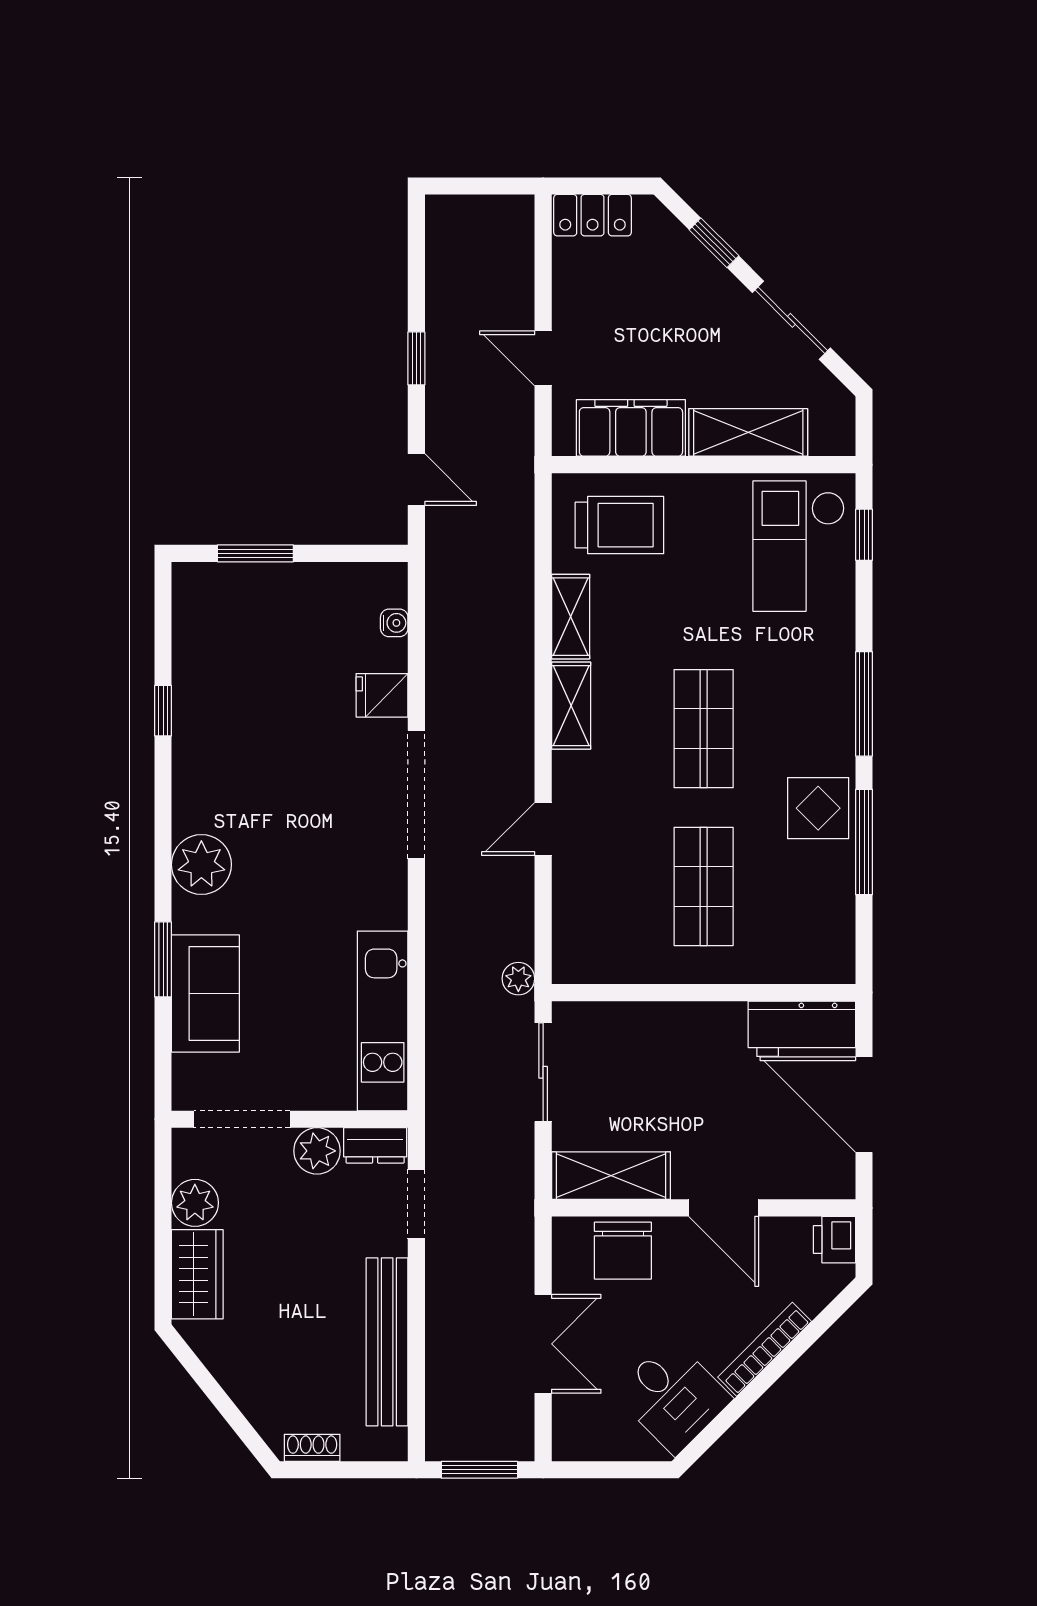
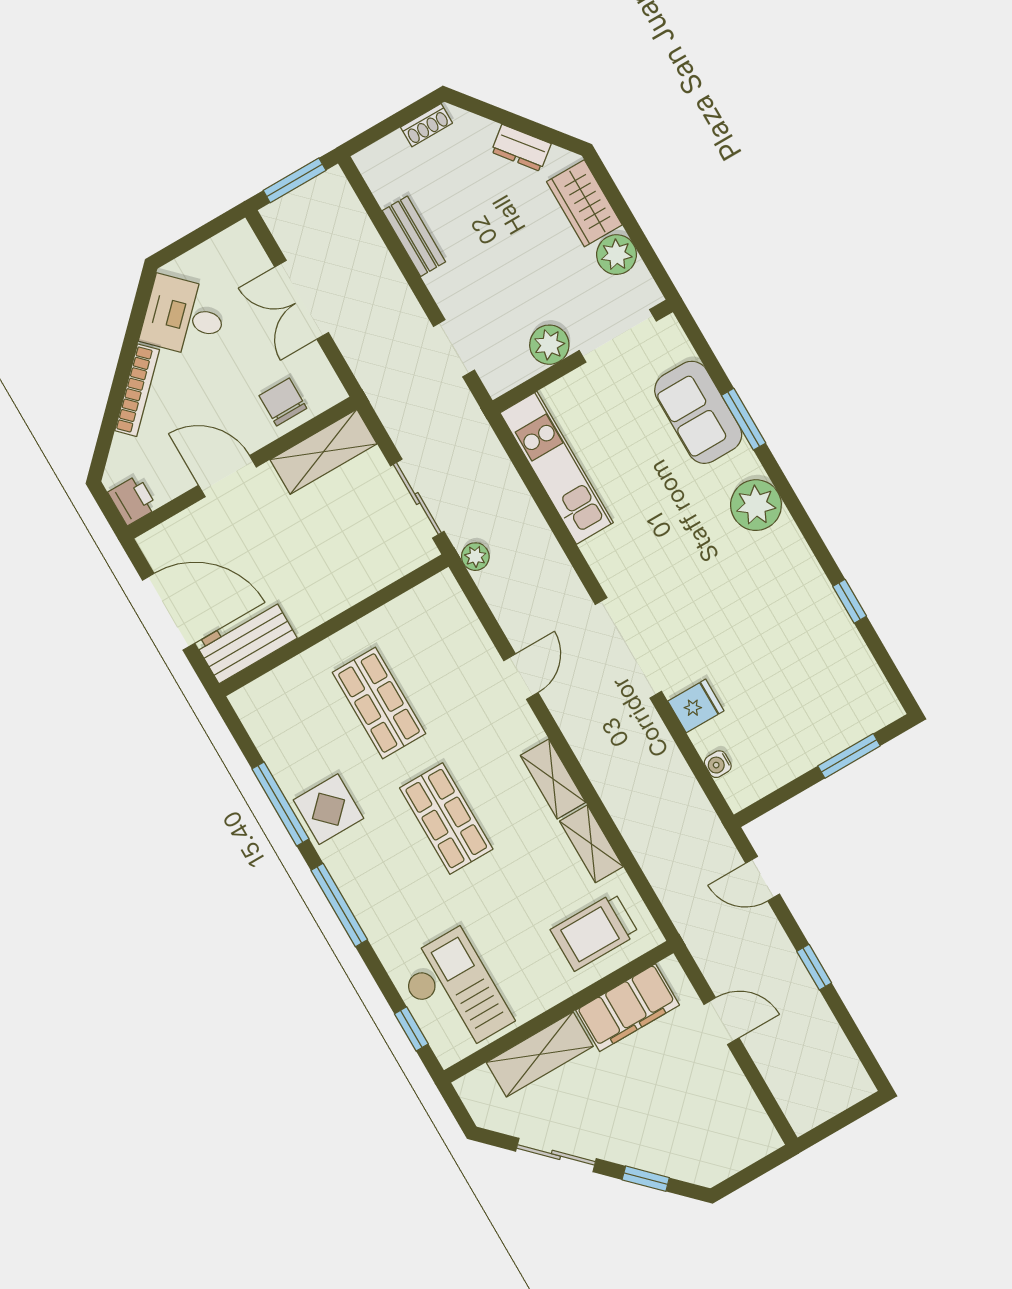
locker: (593, 215) -> (746, 1147), removed
dresser: (375, 1145) -> (521, 148), moved, turned -128
chair: (623, 1251) -> (283, 402), width x0.73, depth x0.73
bench: (387, 1342) -> (414, 236), width x0.54, depth x0.82

